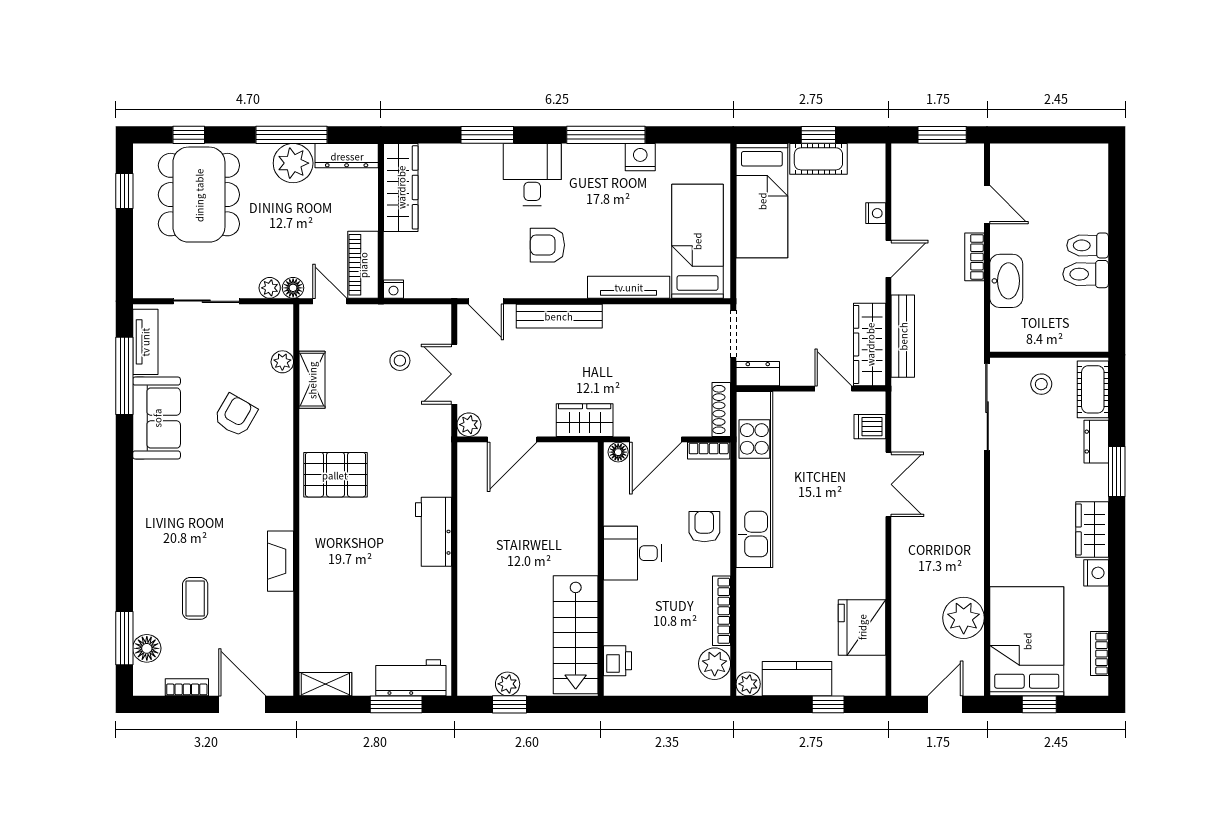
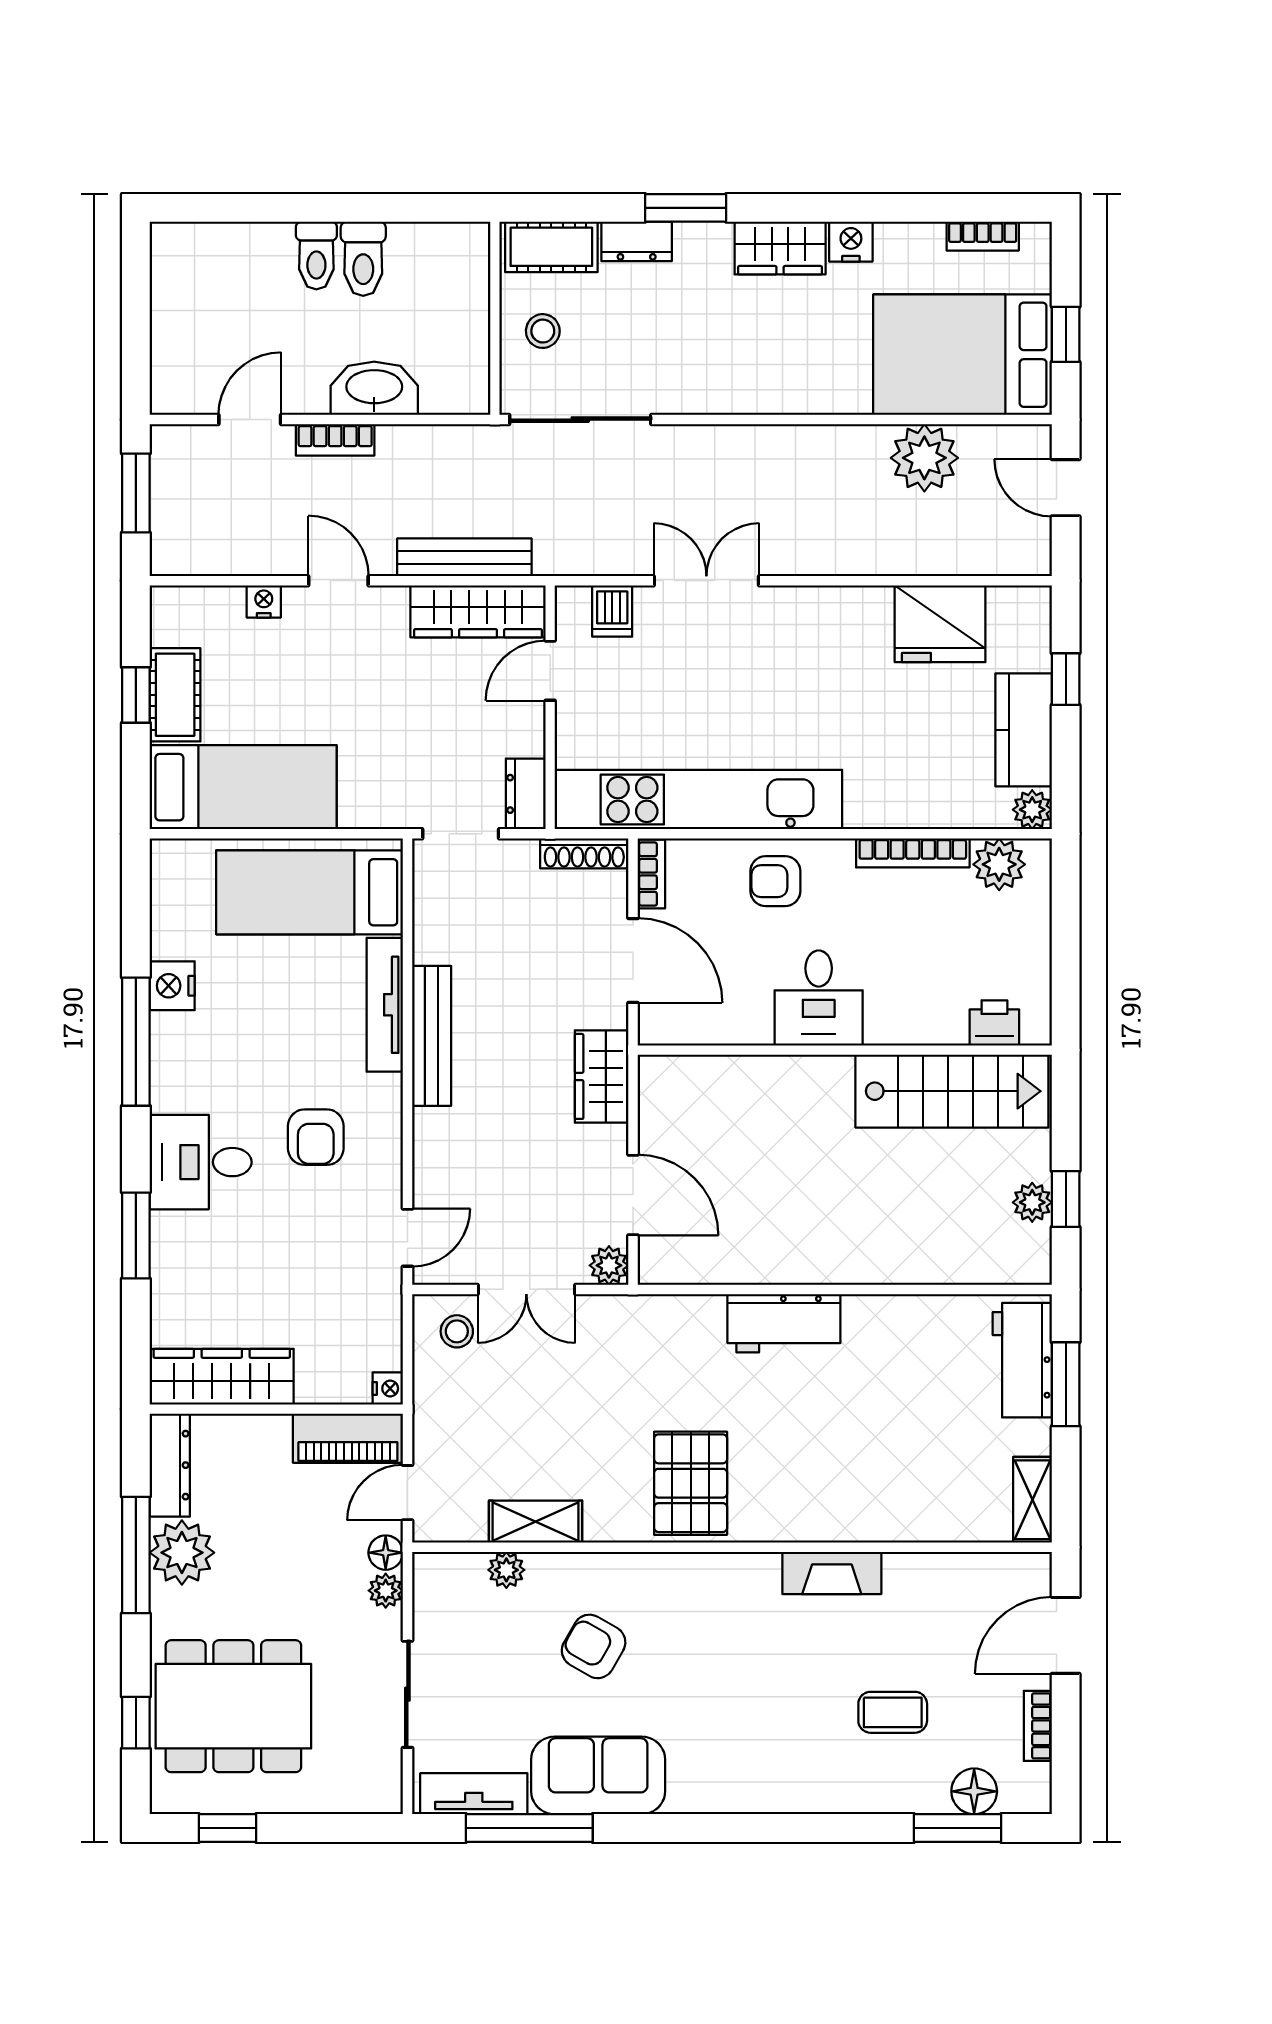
bench: (559, 316) -> (432, 1036), moved
stool: (400, 361) -> (457, 1331), moved
floor lamp: (618, 452) -> (654, 1022), removed

